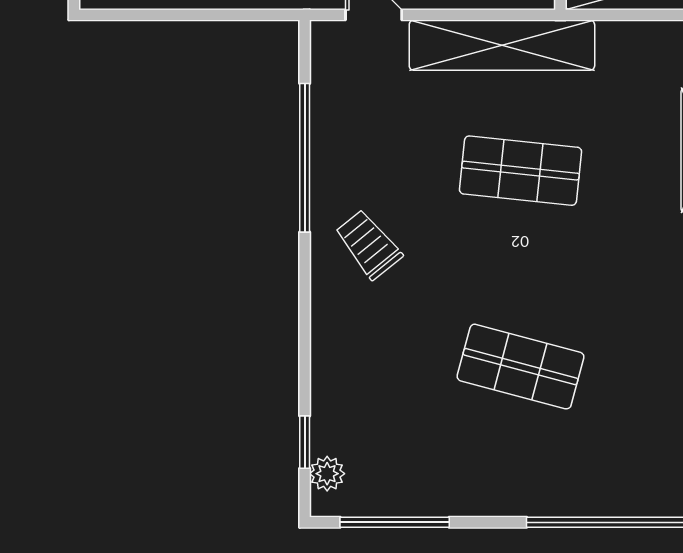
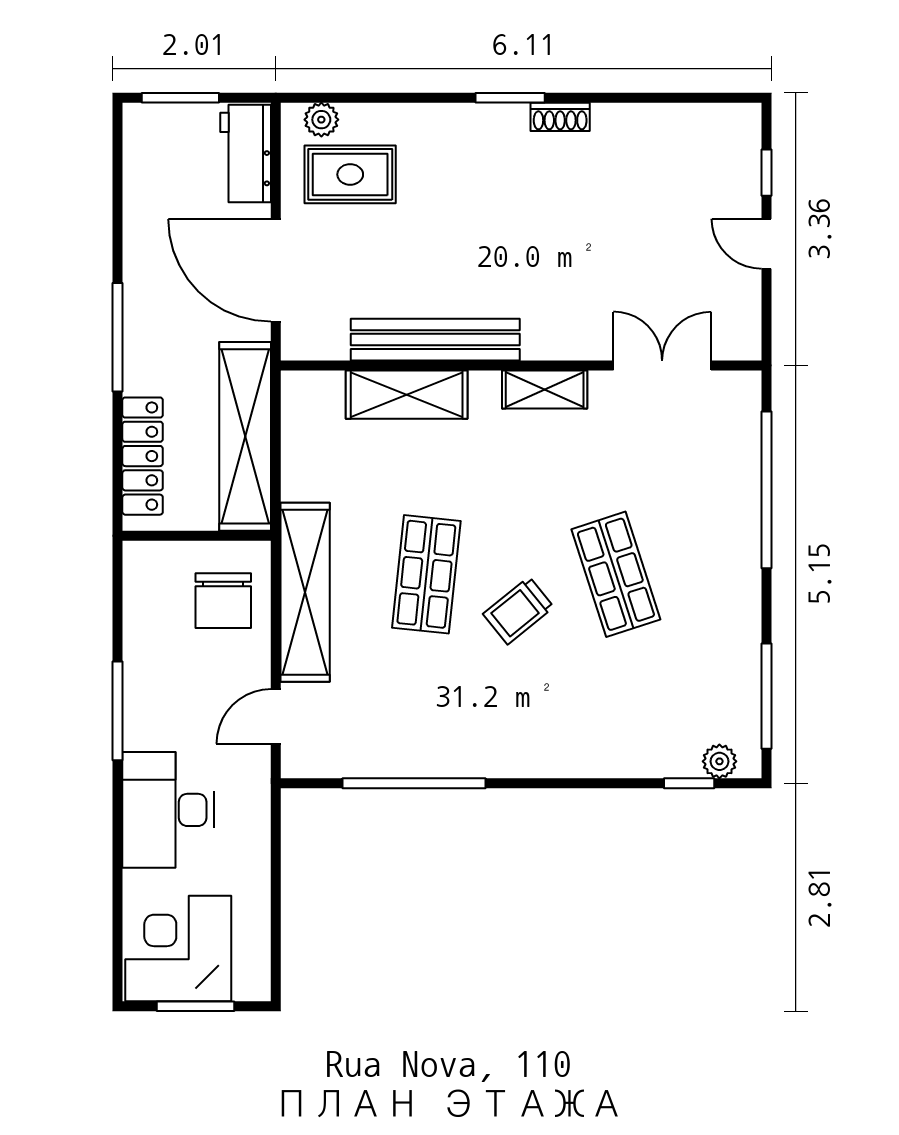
trolley: (369, 244) -> (518, 611), moved
shop shelf: (521, 367) -> (616, 574), turned -33

